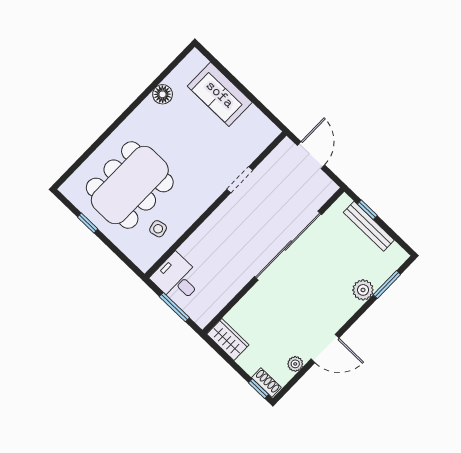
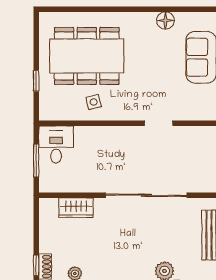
window: (88, 223) -> (36, 81), moved
side table: (158, 229) -> (94, 102), moved
wardrobe: (228, 339) -> (76, 208), moved, turned 90

